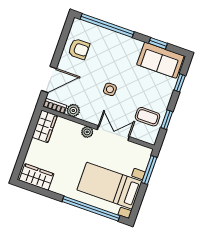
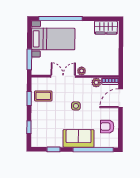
sofa: (160, 60) -> (79, 138), moved
wardrobe: (45, 126) -> (112, 65), removed
double door: (113, 133) -> (63, 76), swing flipped

